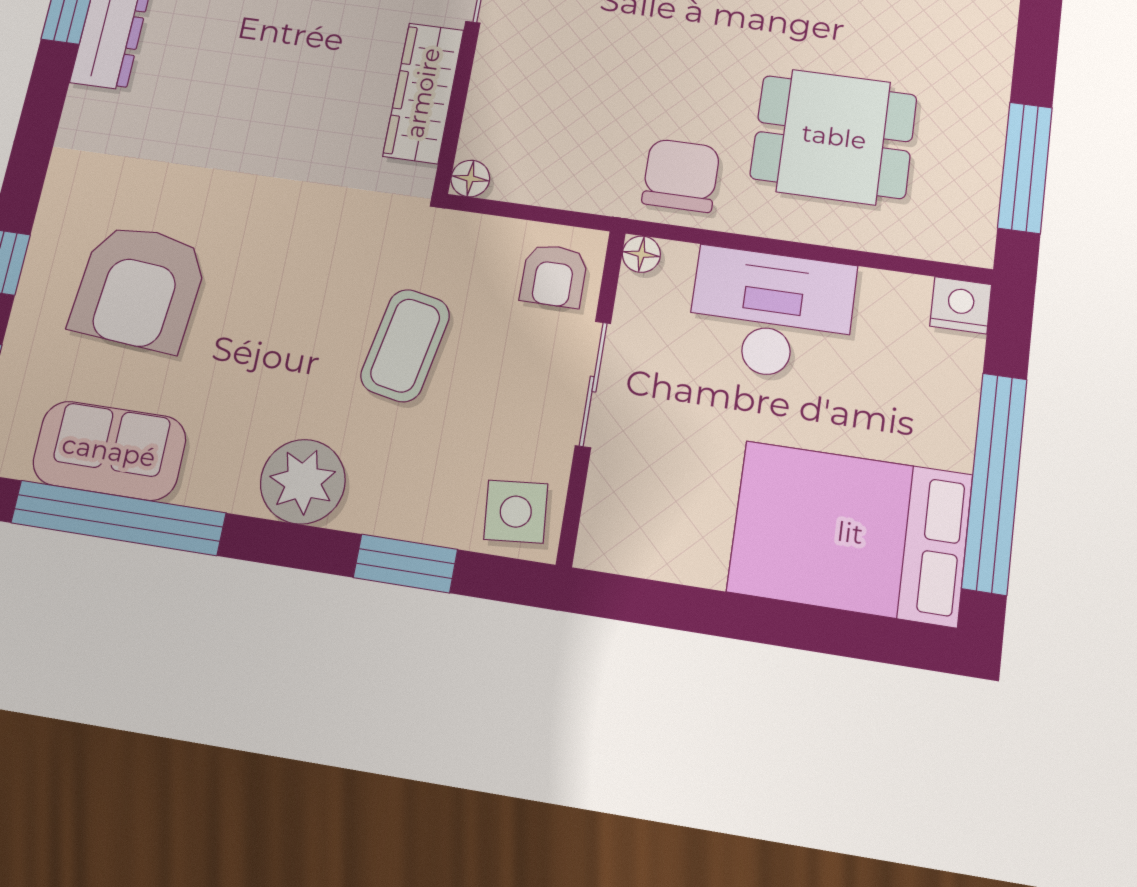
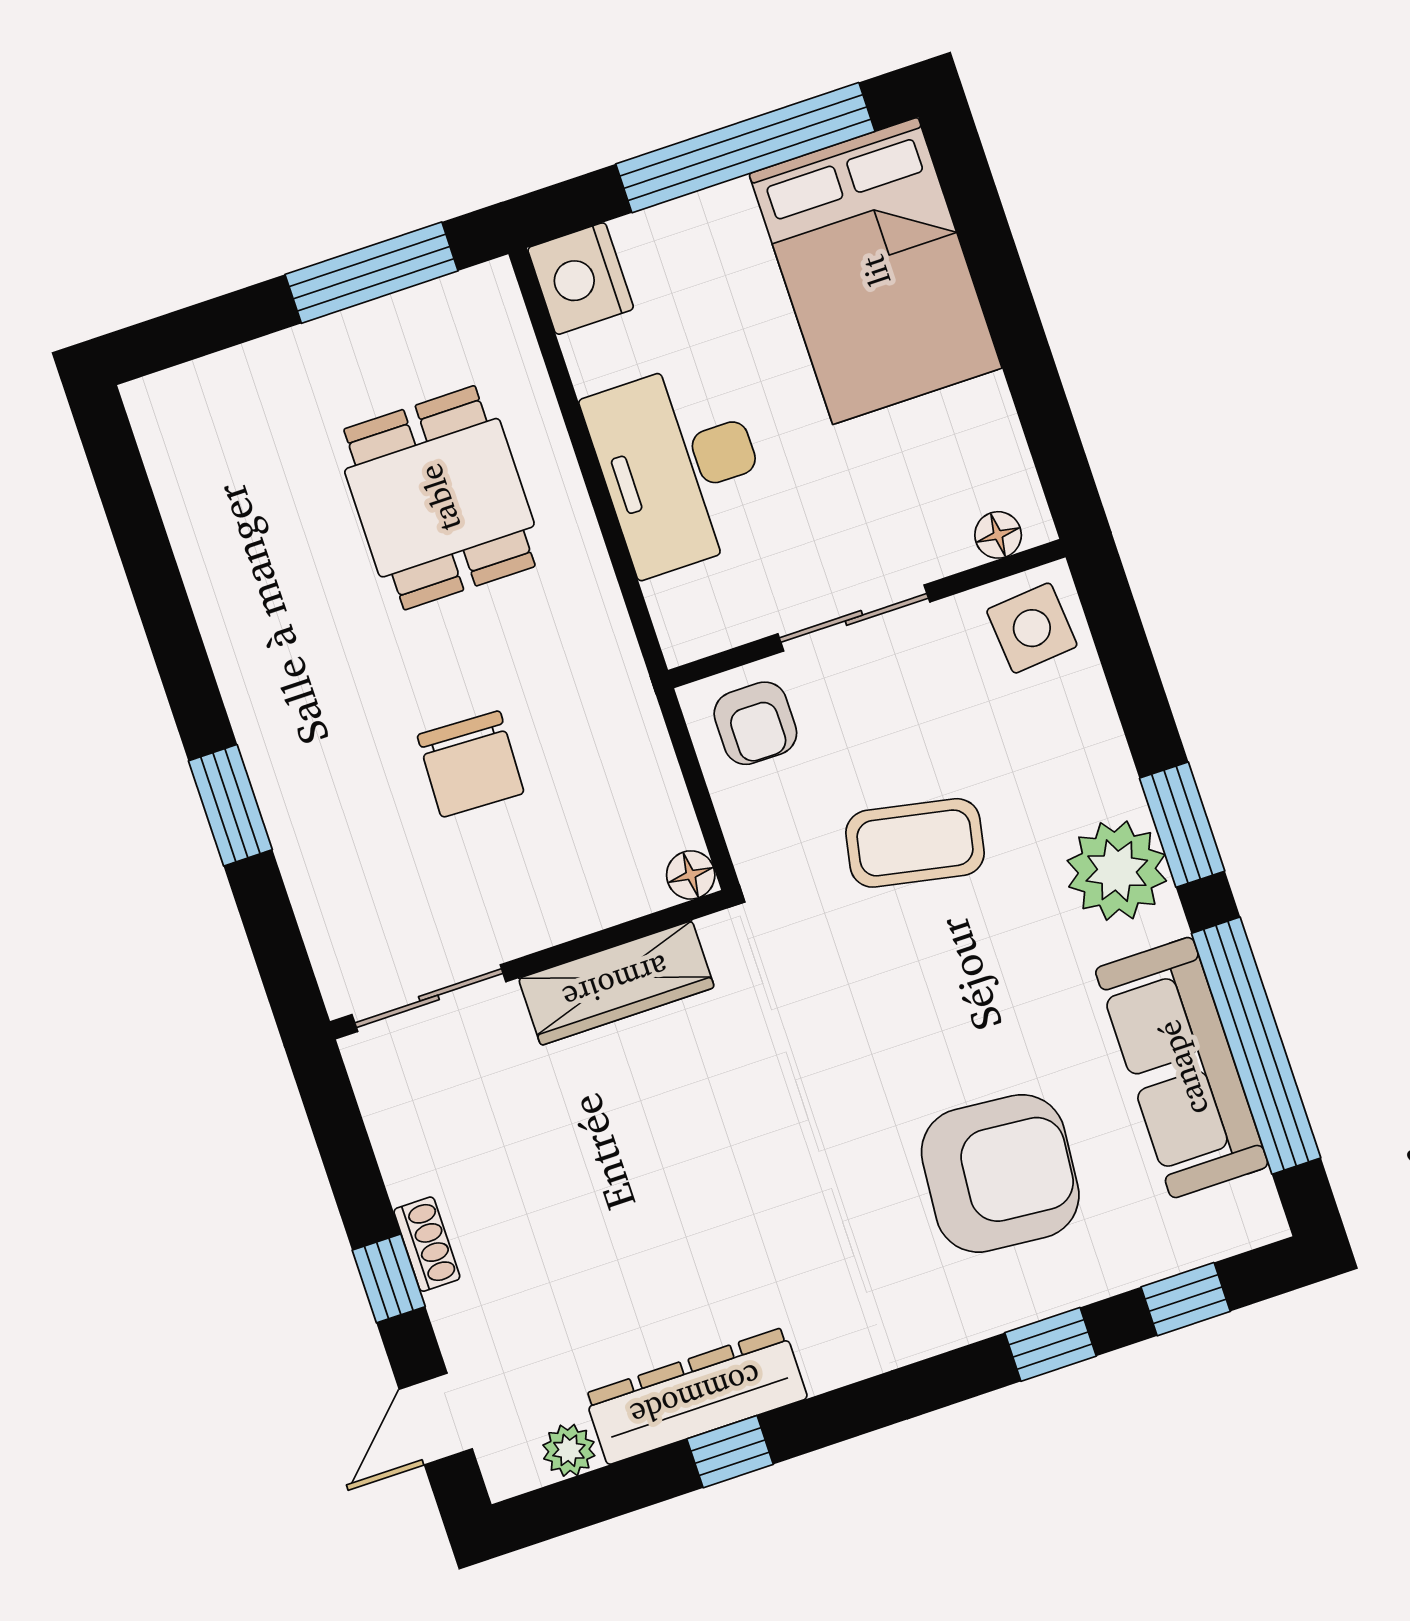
chair: (681, 175) -> (471, 764), moved, turned -88
floor lamp: (641, 254) -> (998, 535), moved
armchair: (554, 276) -> (755, 723), turned 90
nightstand: (961, 305) -> (581, 279), width x1.36, depth x1.33
sofa: (109, 451) -> (1182, 1068), width x1.36
window: (405, 564) -> (1182, 825), moved

